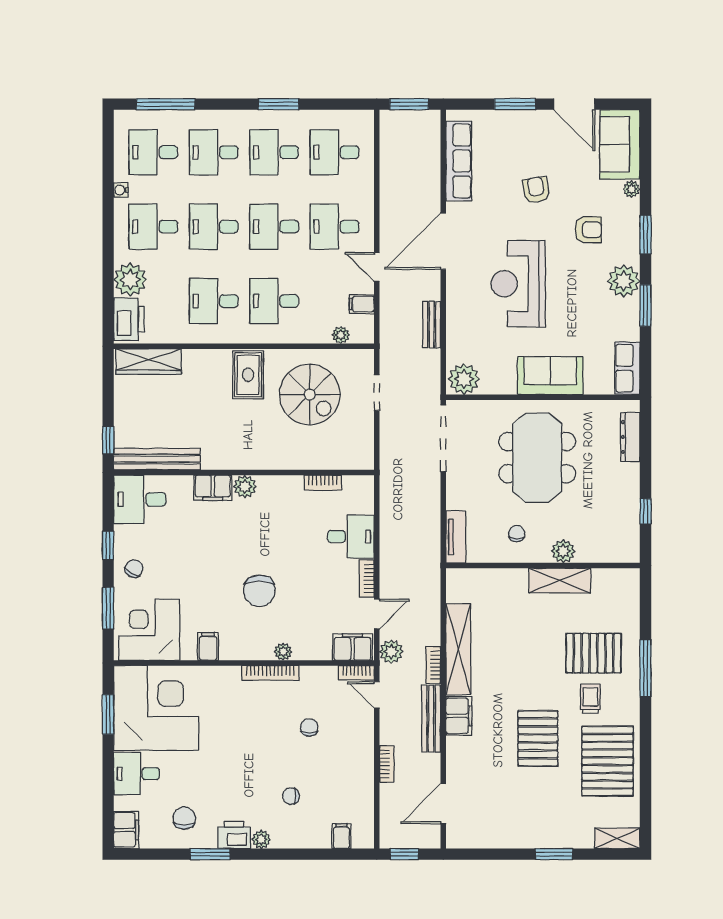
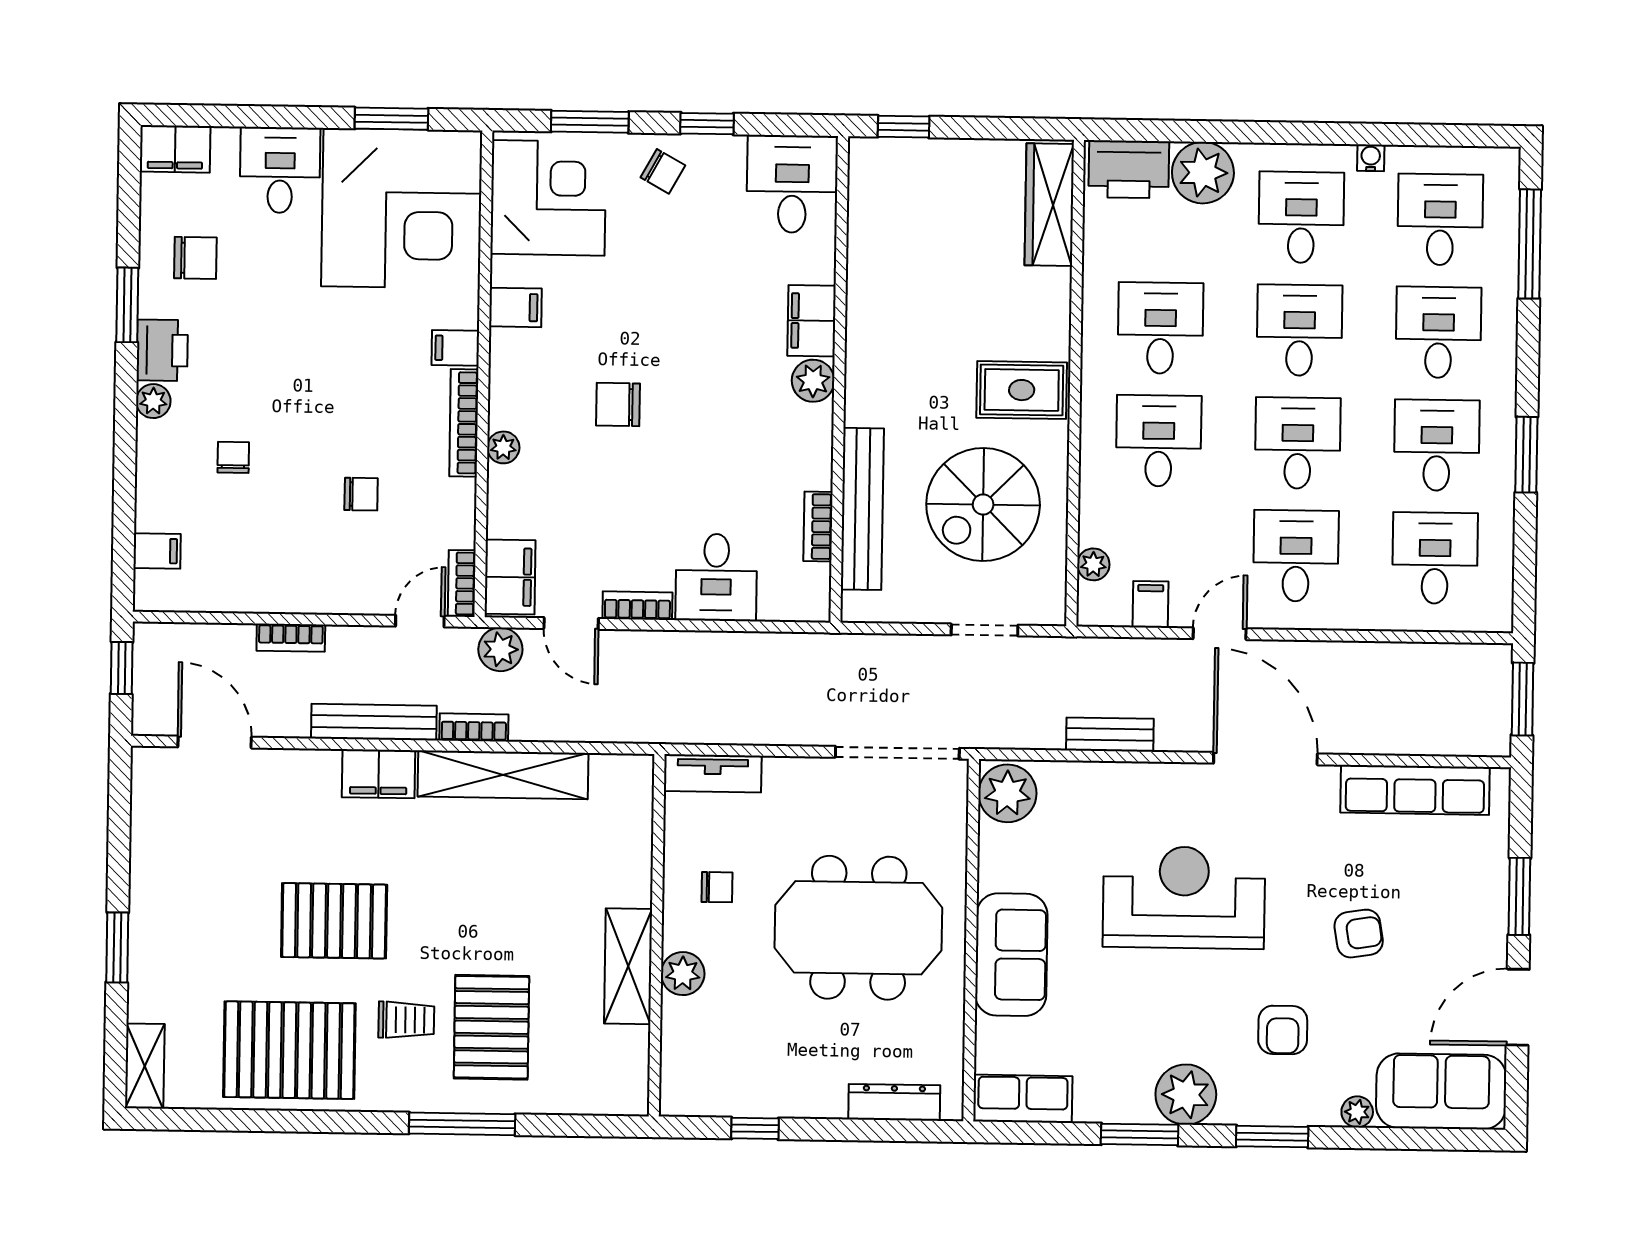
bench: (157, 459) -> (862, 509), moved
chair: (259, 591) -> (618, 405), width x0.73, depth x0.73
filing cabinet: (230, 678) -> (455, 348), added

